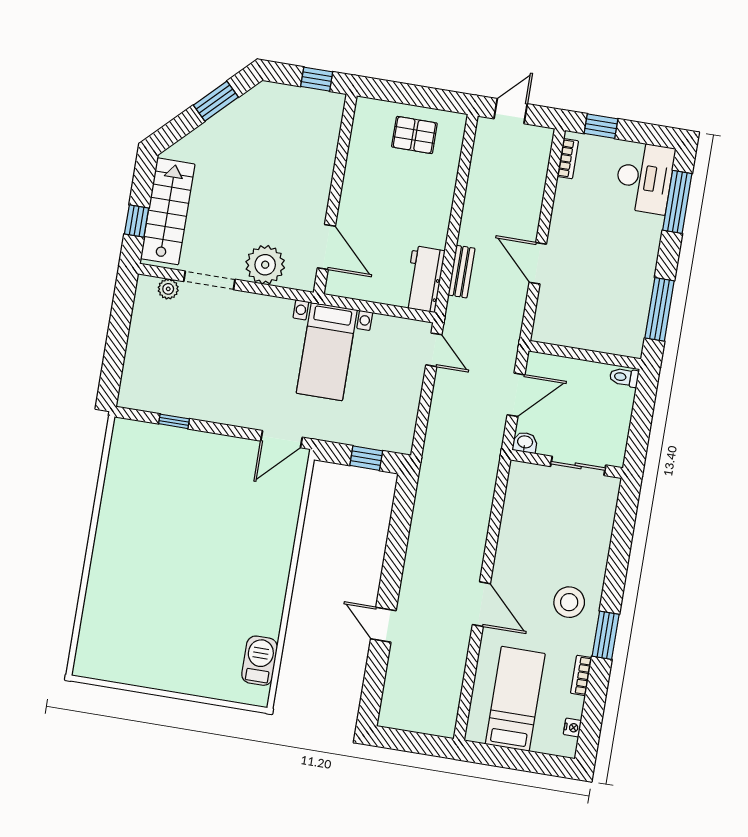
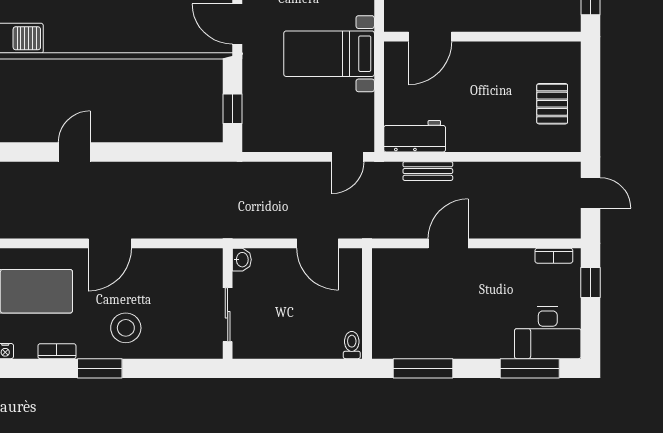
washbasin: (525, 442) -> (242, 260), moved
wall: (567, 464) -> (228, 303), moved
sliding door: (578, 466) -> (228, 315), moved

